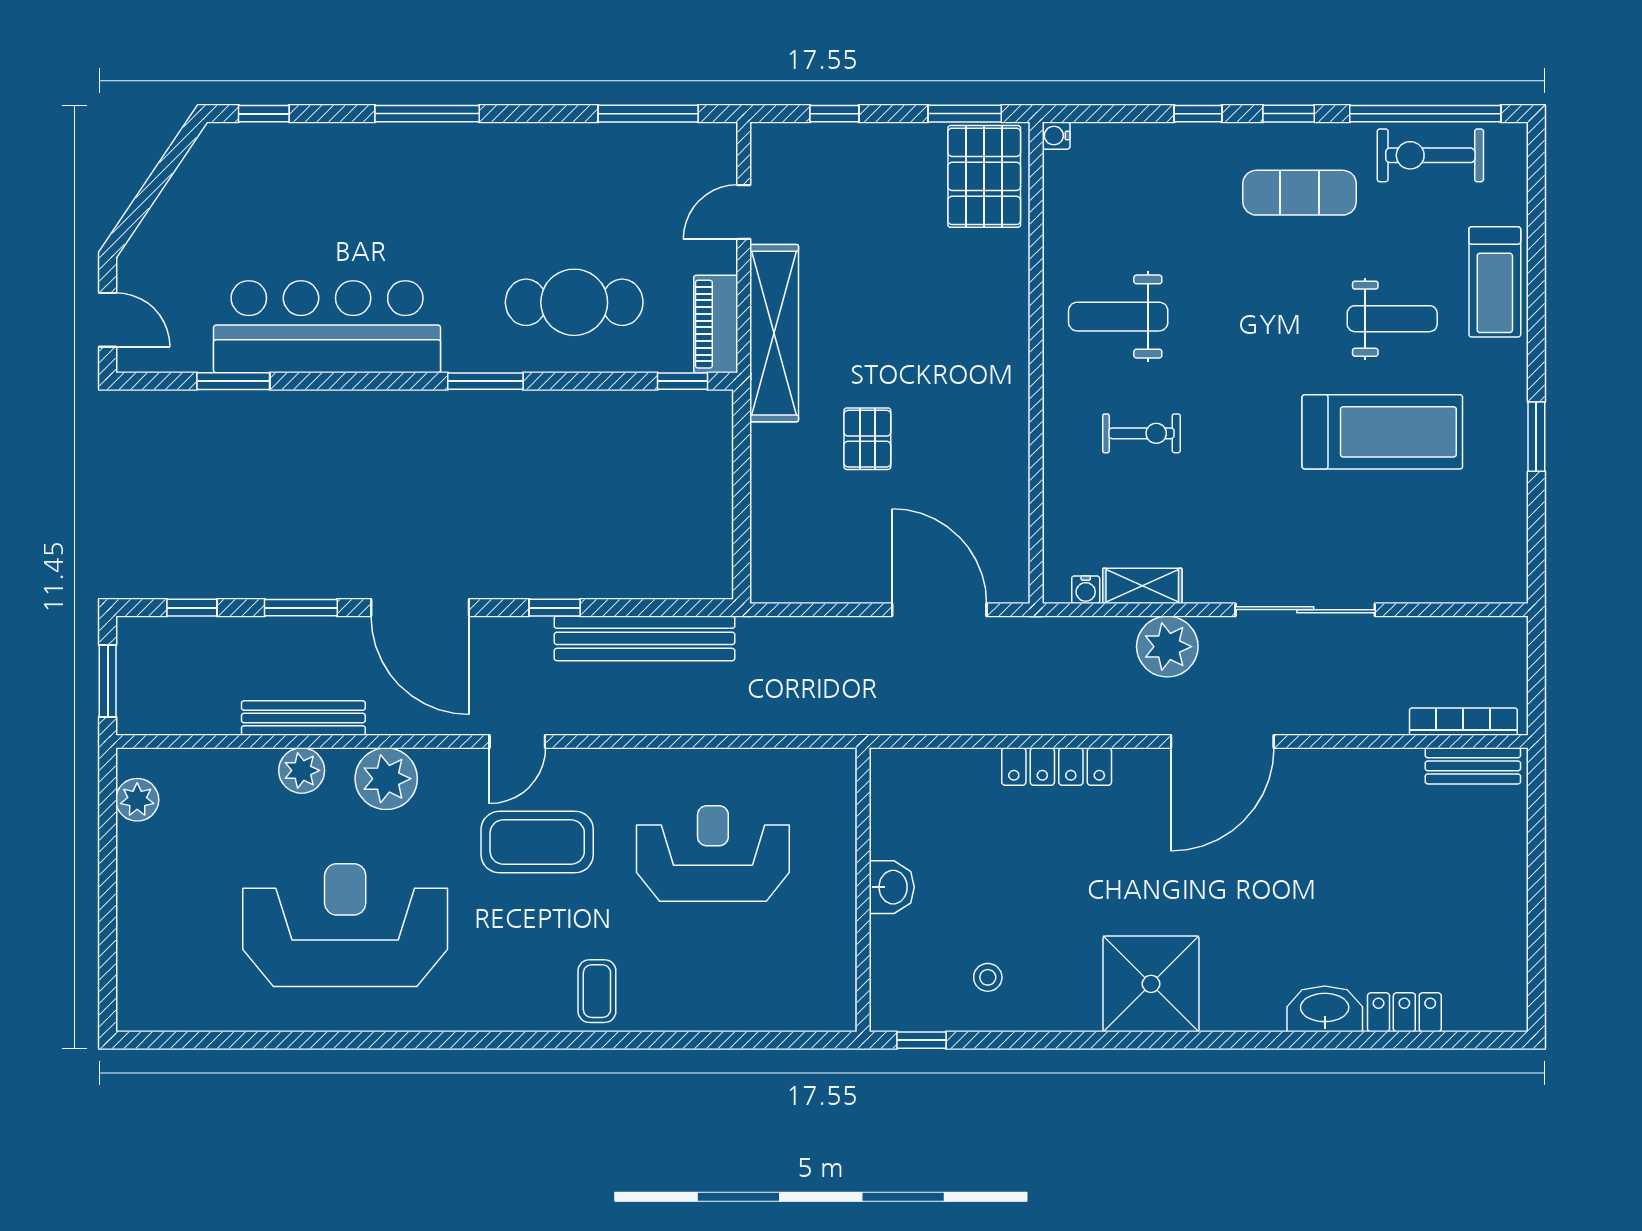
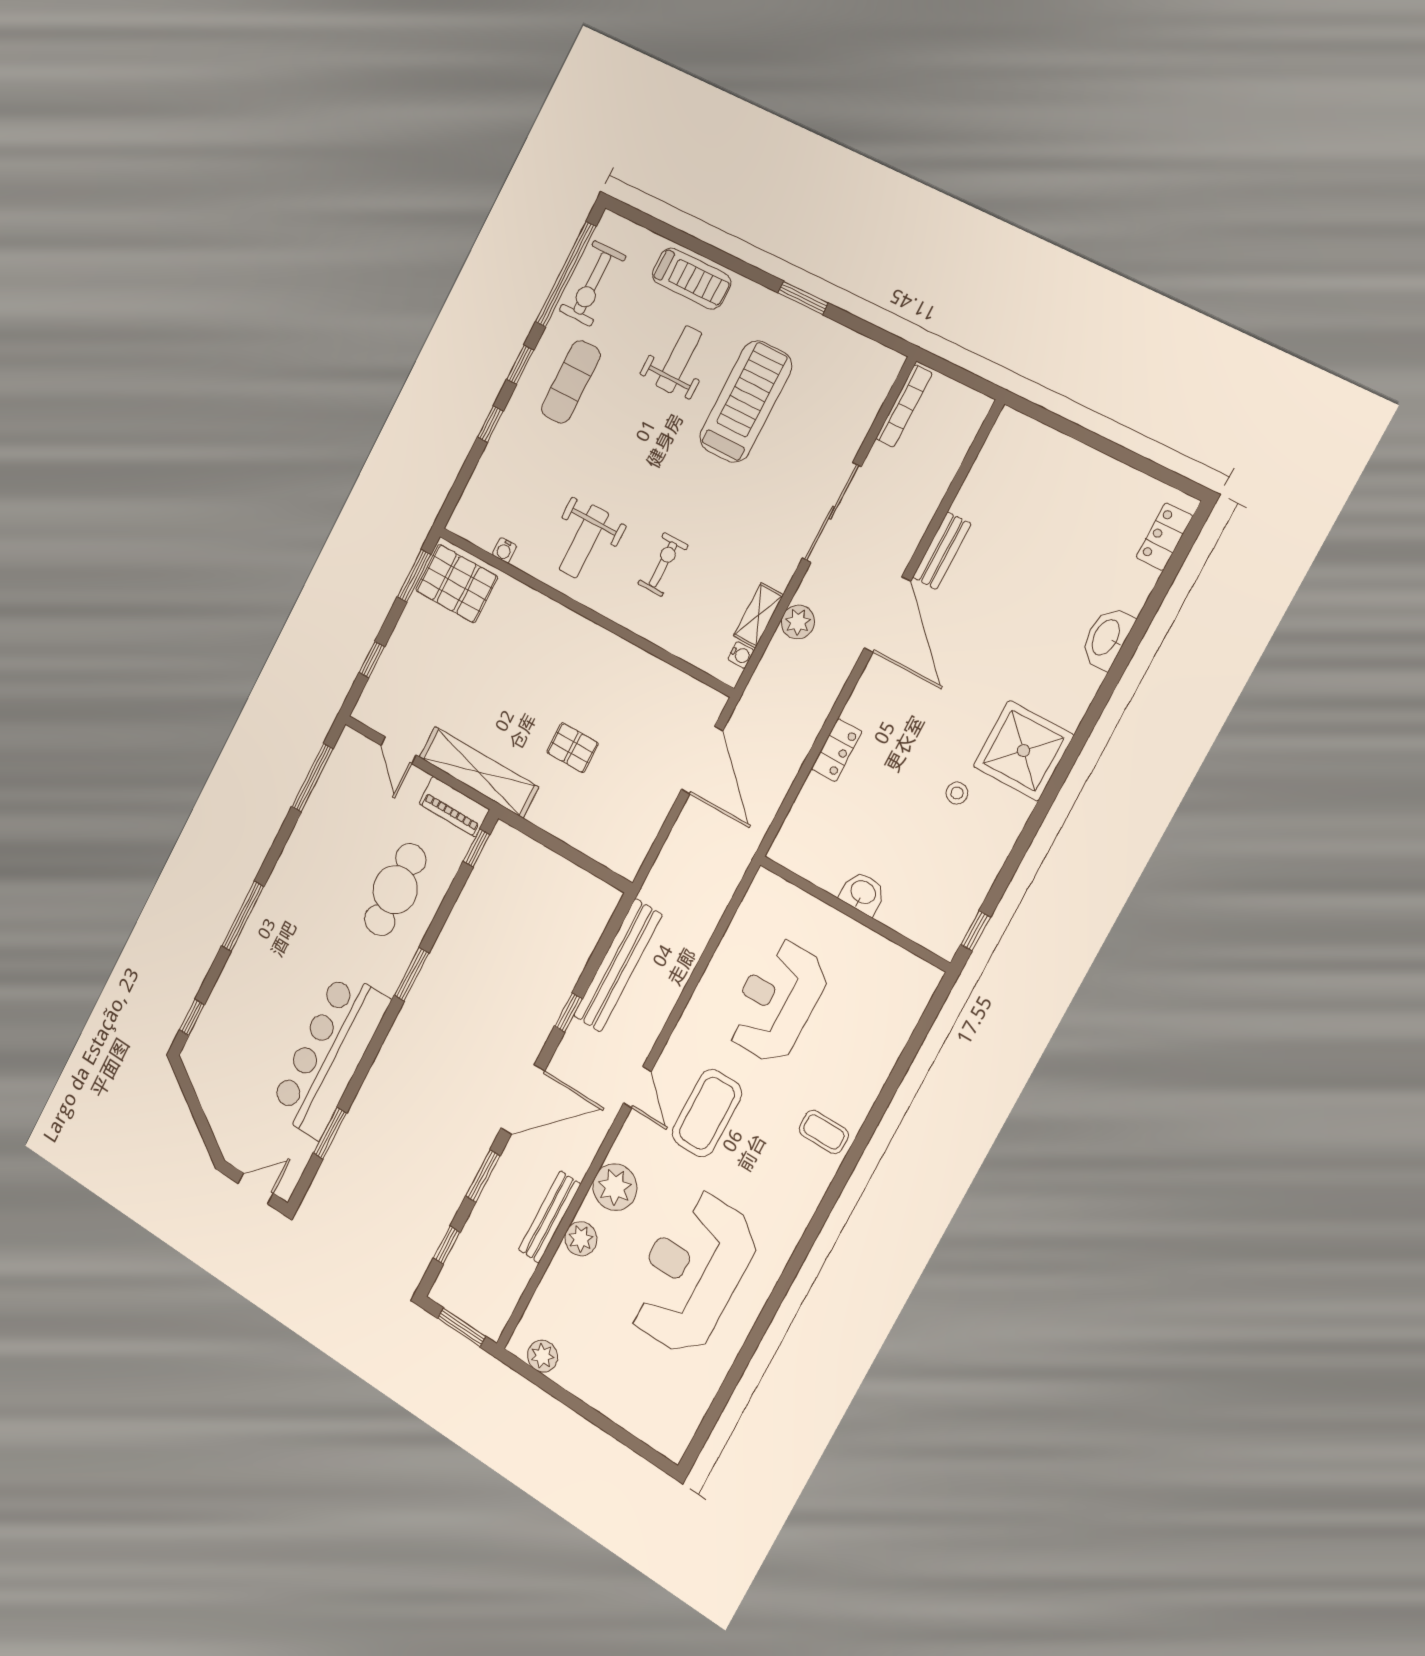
water cooler: (1056, 136) -> (504, 550), moved
door: (939, 610) -> (702, 760), swing flipped
plant: (1167, 647) -> (798, 622), width x0.73, depth x0.73
bookcase: (1463, 722) -> (904, 406), moved, turned 180
bench: (1473, 766) -> (942, 551), moved
locker: (1057, 767) -> (837, 750), width x0.66
stool: (988, 977) -> (957, 793), moved
locker: (1404, 1012) -> (1164, 537), moved

